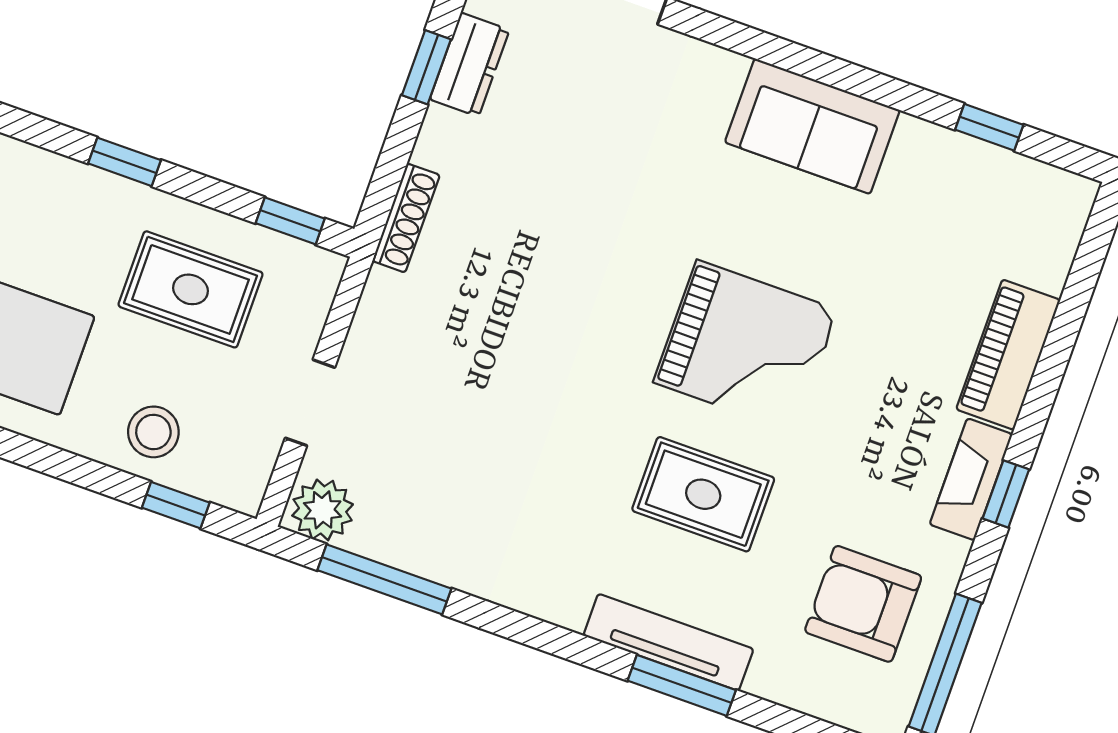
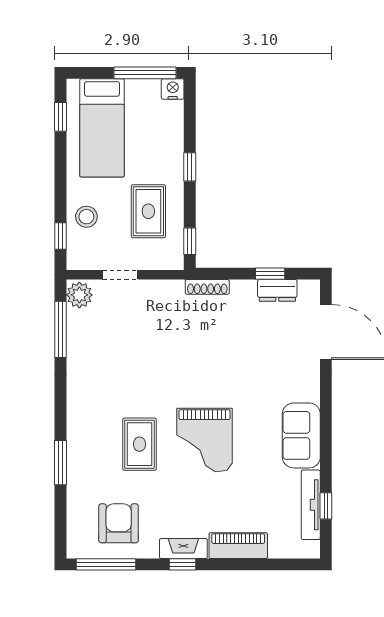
tv unit: (668, 642) -> (311, 505), moved, turned 180

